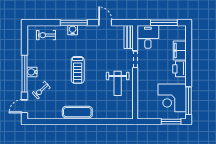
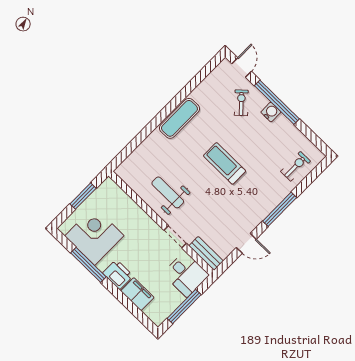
water cooler: (73, 30) -> (273, 200), removed
window: (189, 101) -> (88, 265), moved
window: (171, 122) -> (83, 196), moved

